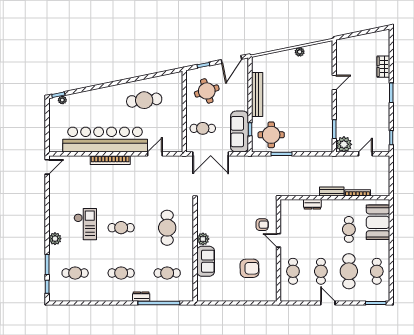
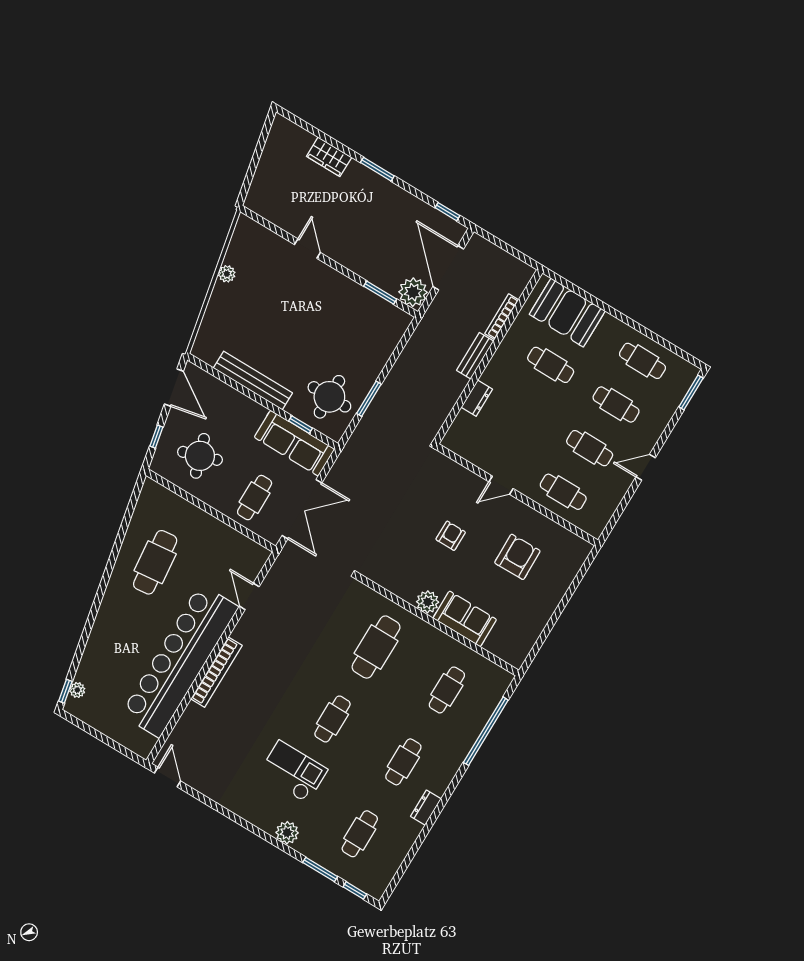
door: (365, 154) -> (448, 268), width x1.87
armchair: (262, 225) -> (451, 536), moved
cafe table: (167, 228) -> (376, 647), turned 90
cafe table: (349, 271) -> (616, 404), width x0.73, depth x0.74
dresser: (141, 297) -> (426, 808), moved

